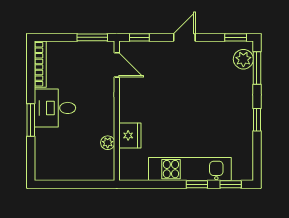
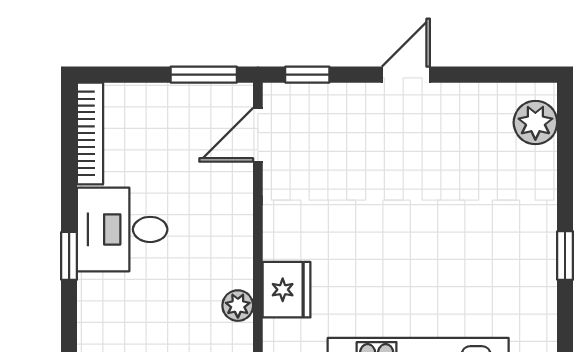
window: (236, 37) -> (518, 75), removed
door: (117, 65) -> (258, 135), swing flipped
window: (257, 68) -> (565, 142), removed
window: (31, 120) -> (69, 256), width x0.67

